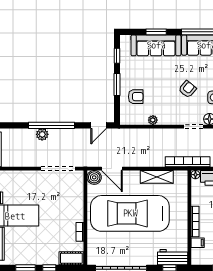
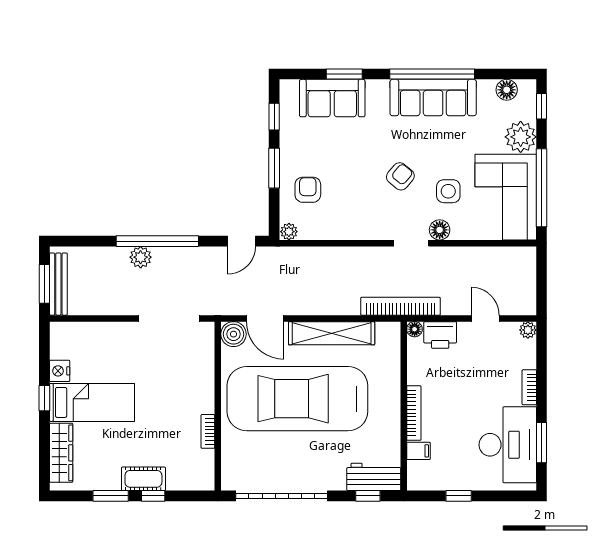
sofa: (156, 45) -> (332, 98), width x0.73
armchair: (136, 97) -> (308, 190), turned -90
plant: (153, 120) -> (289, 232), moved
shelving: (157, 177) -> (332, 333), width x1.47
cot: (71, 258) -> (143, 479), moved

